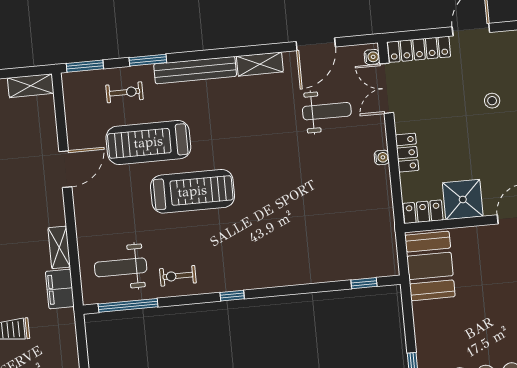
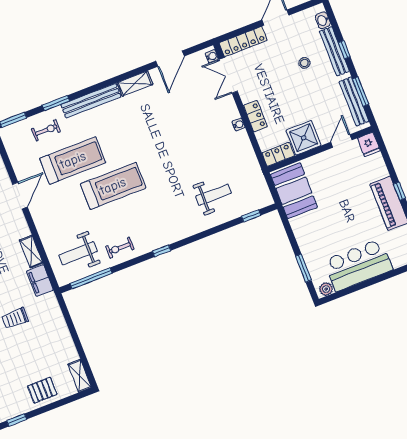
weight bench: (327, 111) -> (214, 195), moved
treadmill: (148, 142) -> (73, 160), turned 180

